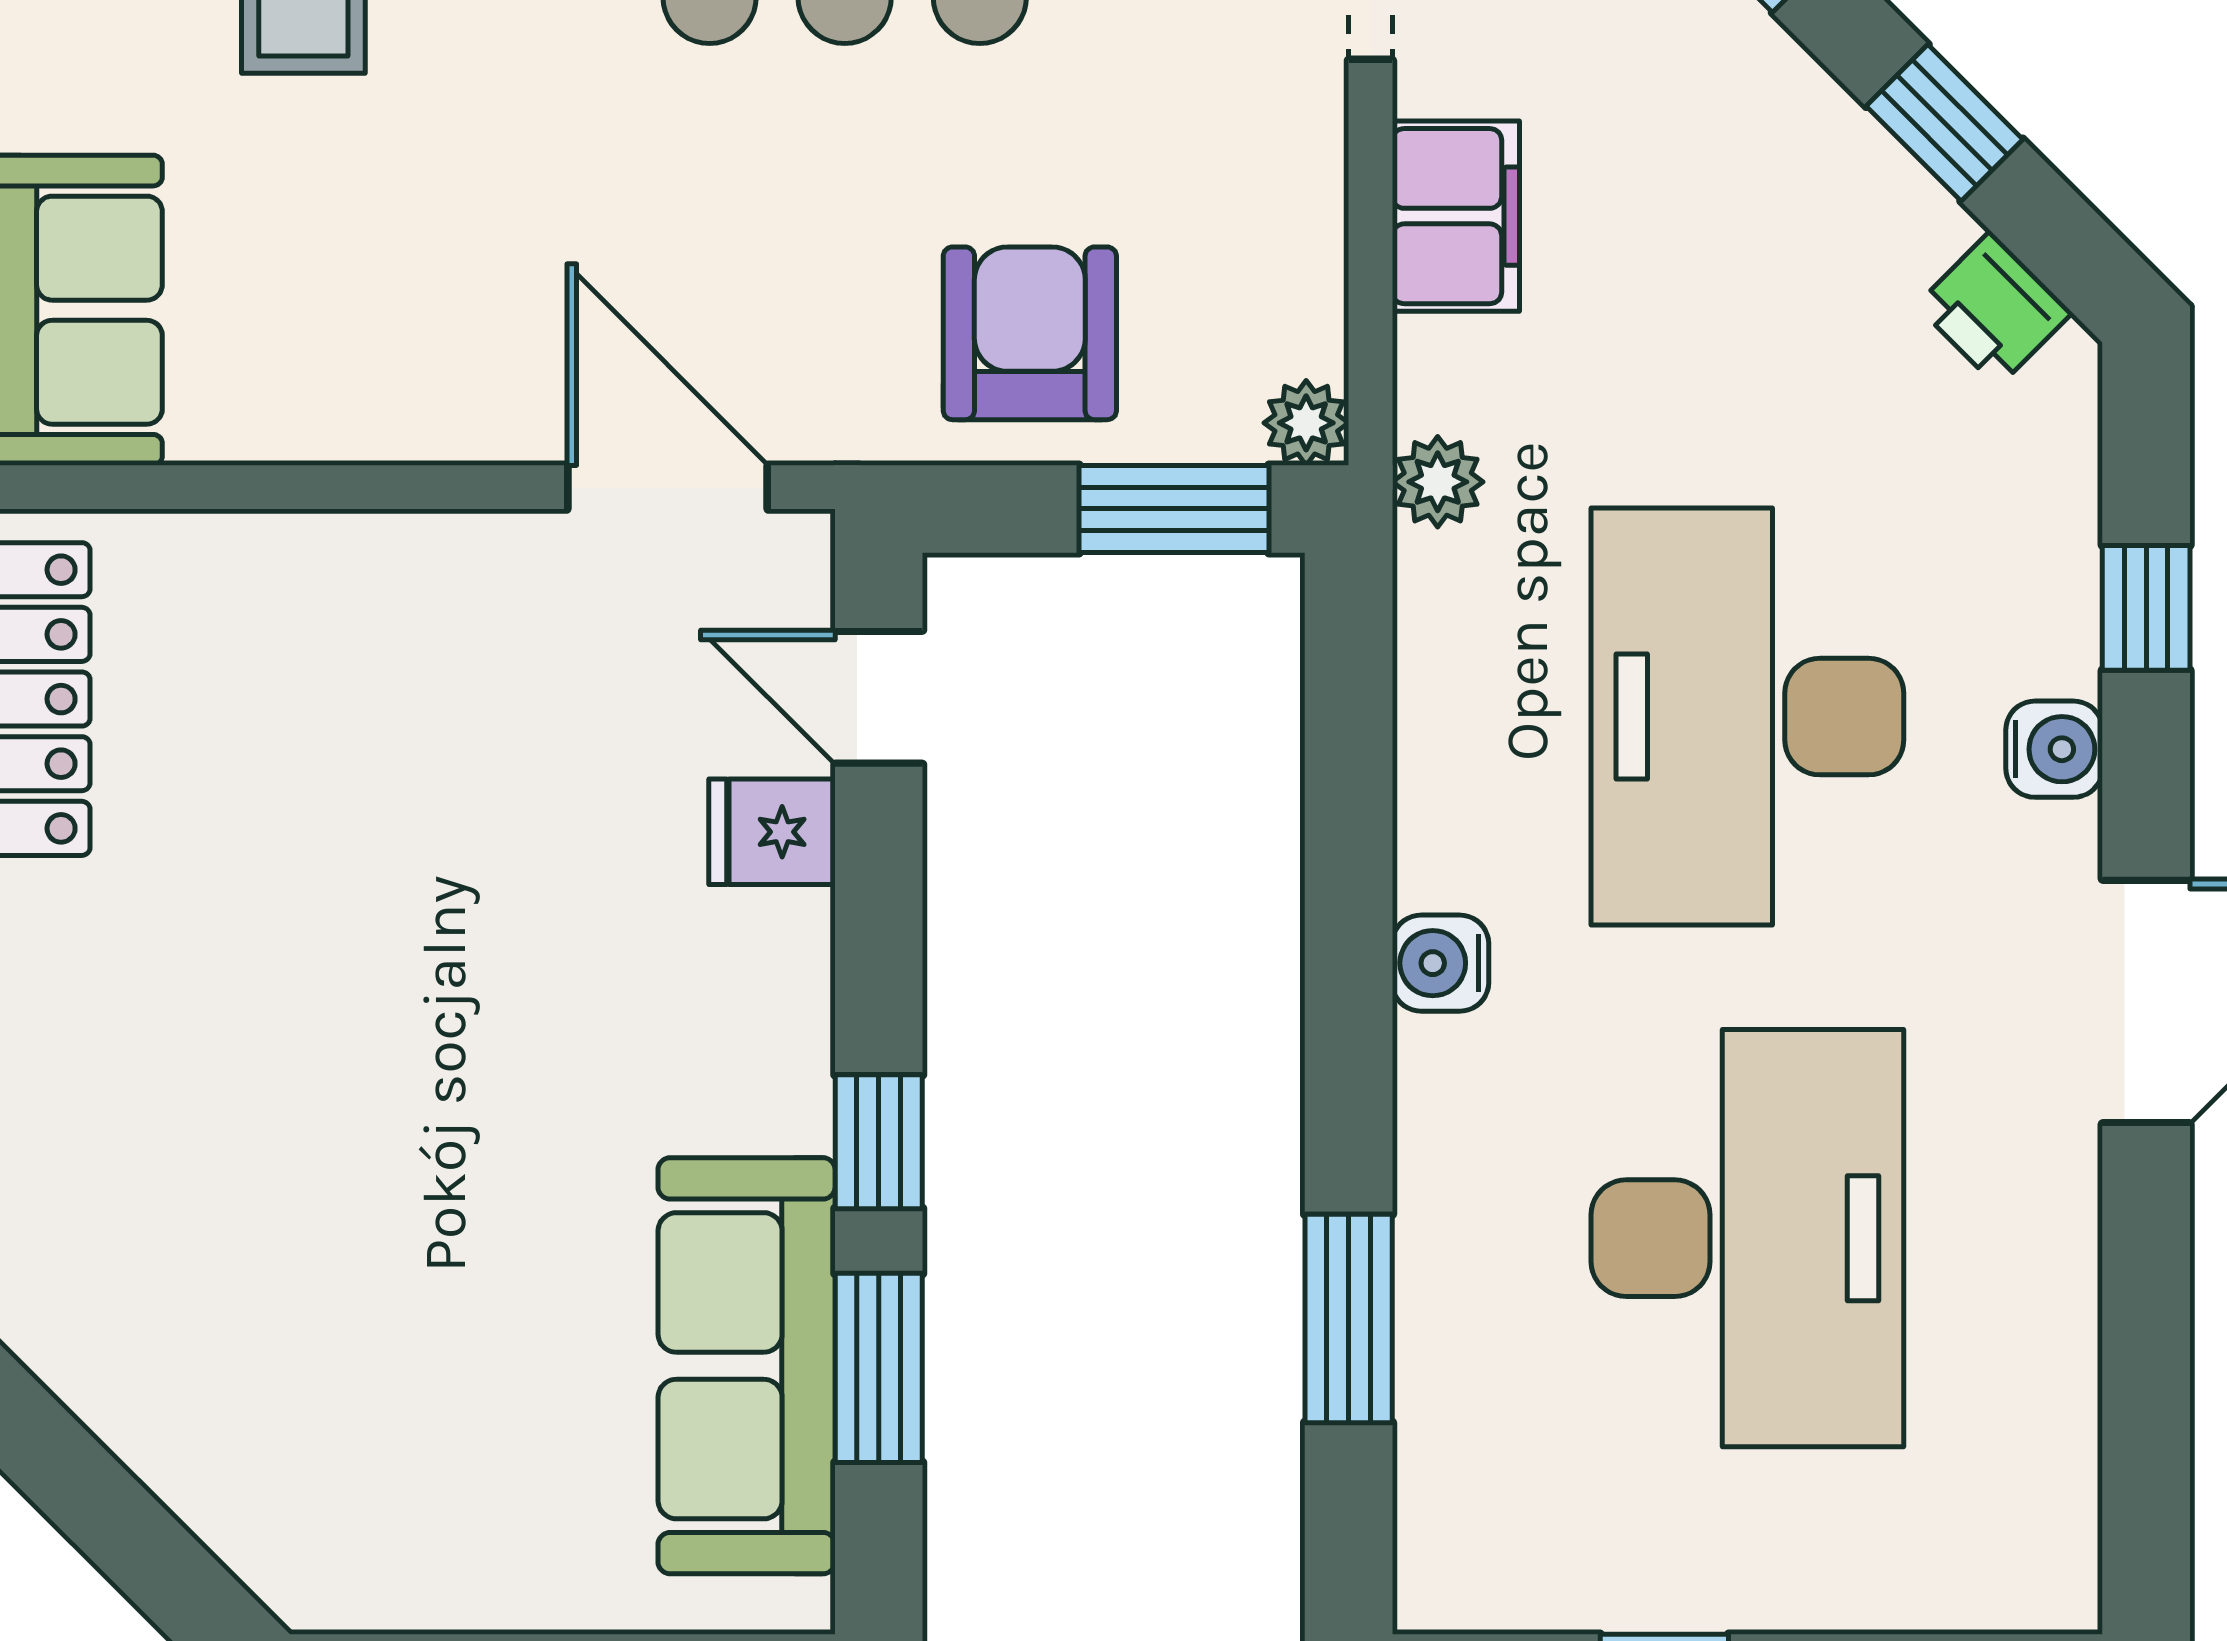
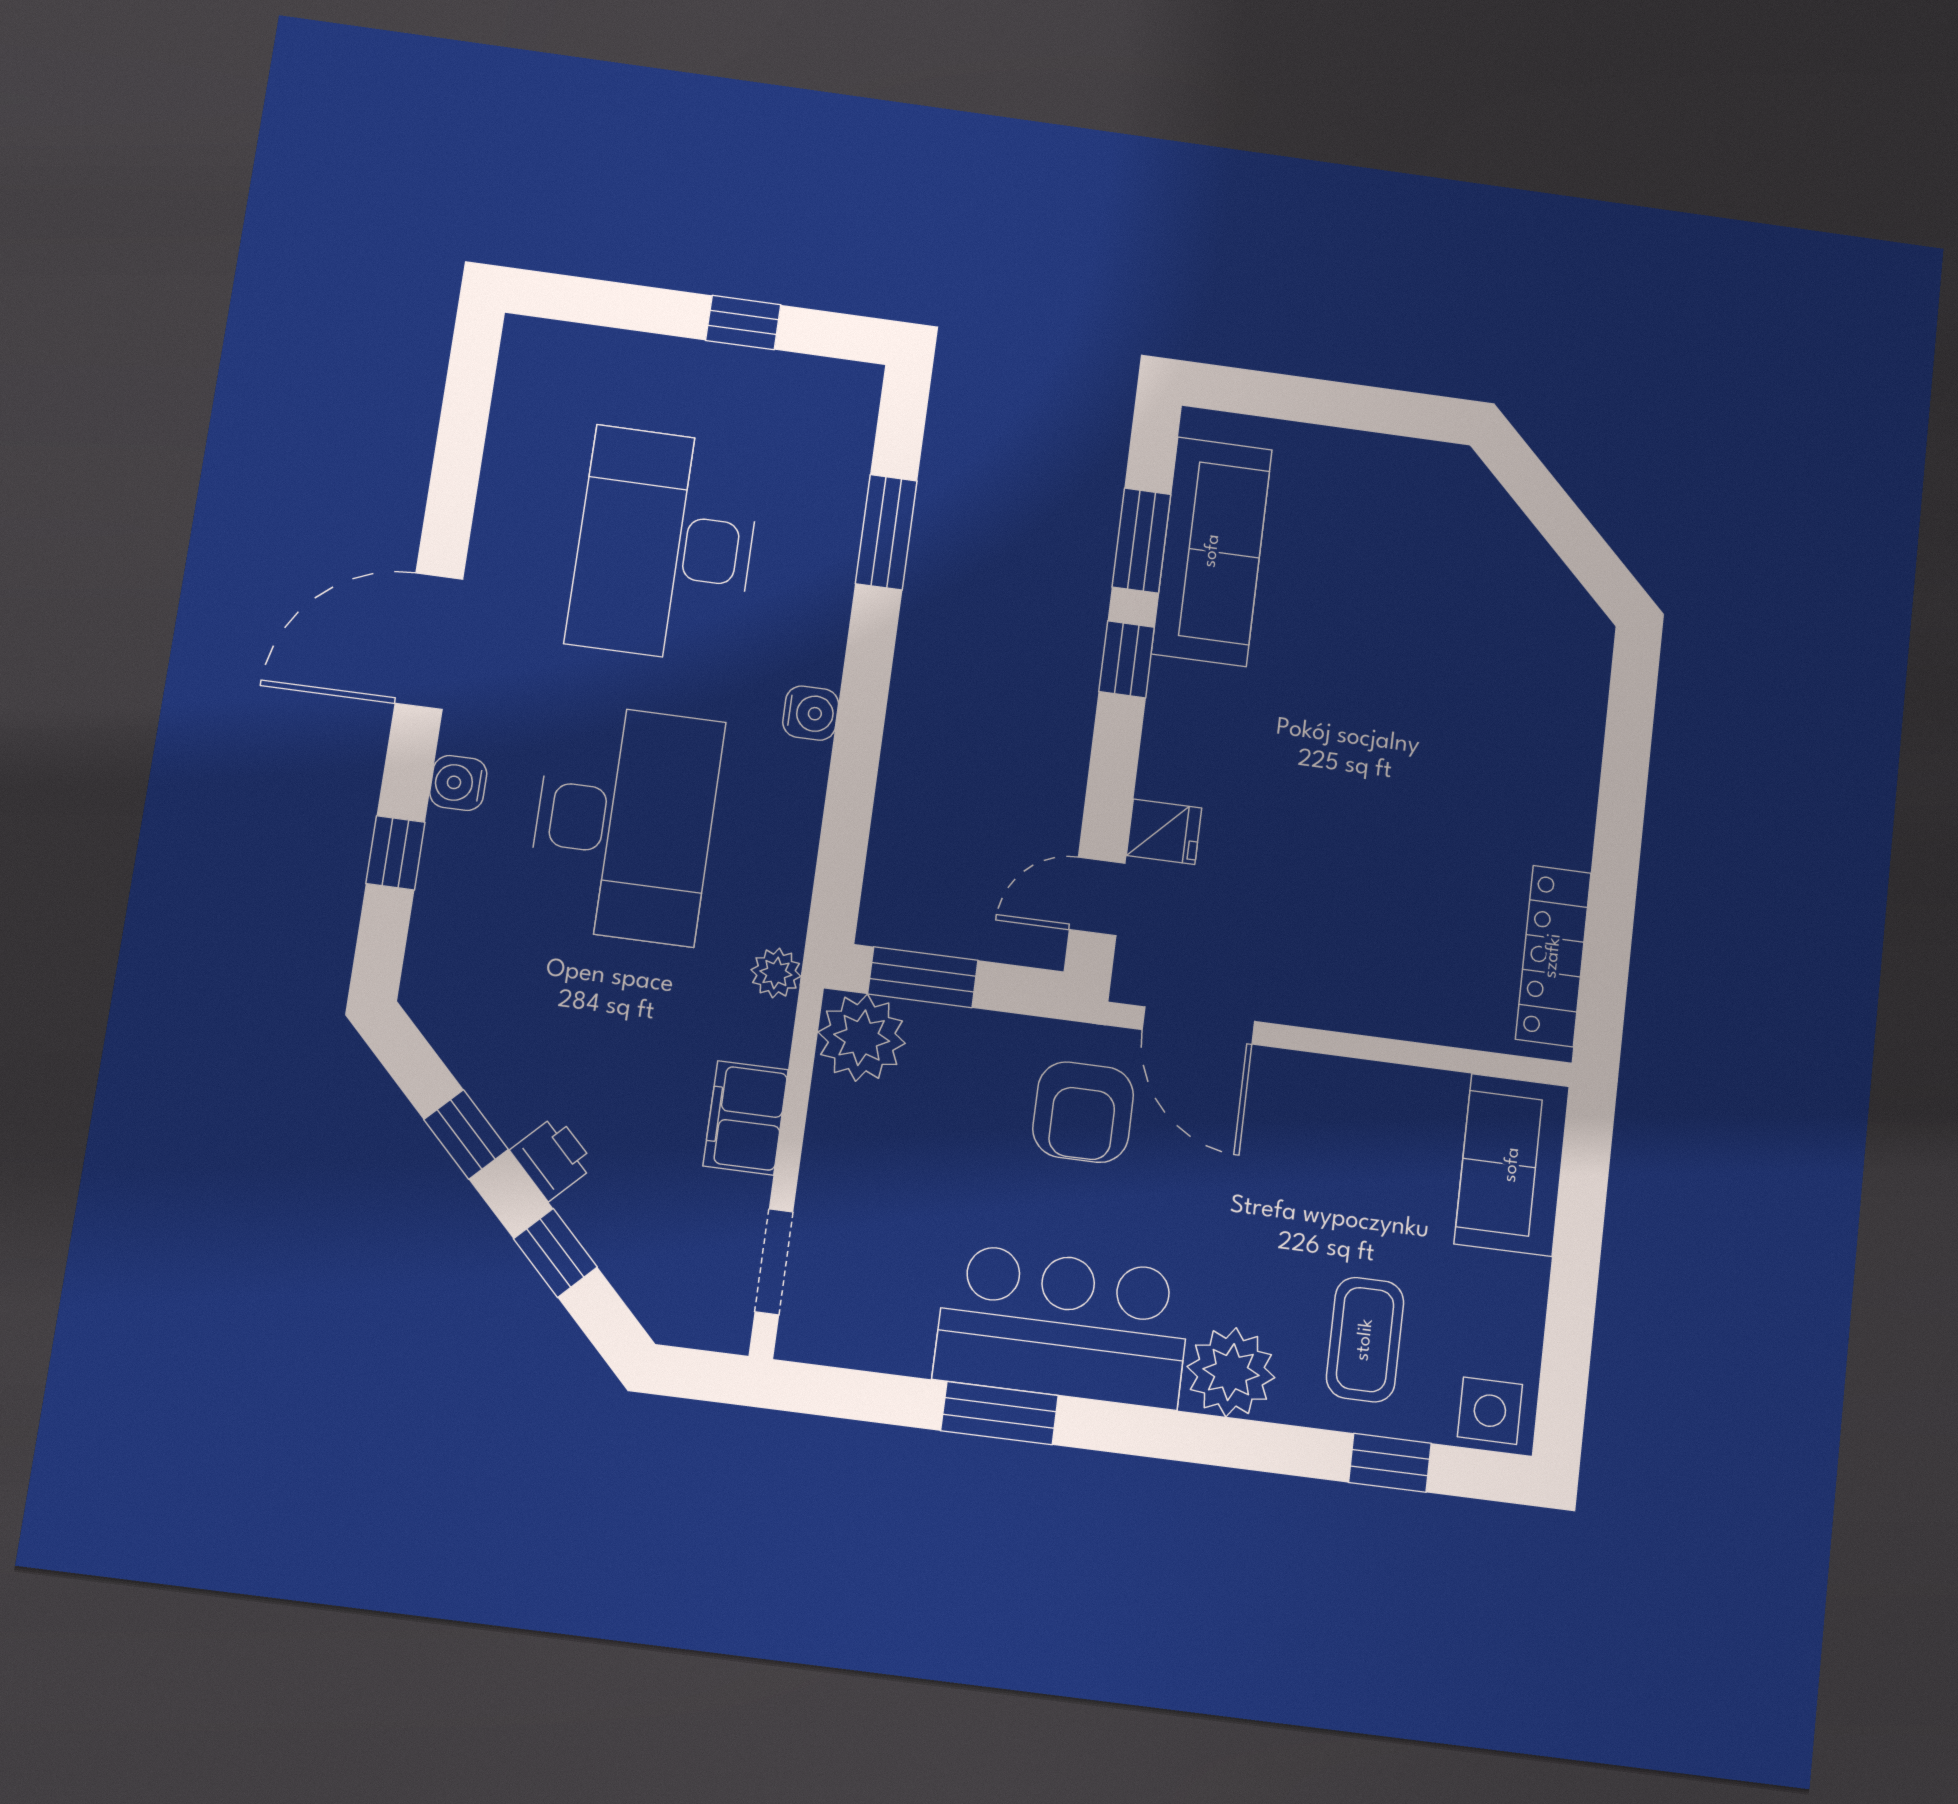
printer: (1994, 309) -> (553, 1158), moved
armchair: (1030, 333) -> (1083, 1112), moved
plant: (1306, 423) -> (862, 1038), width x1.87, depth x1.87
door: (879, 697) -> (1097, 896), swing flipped

